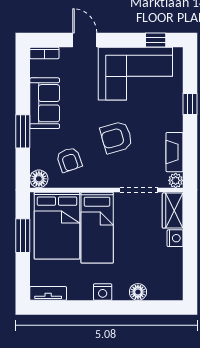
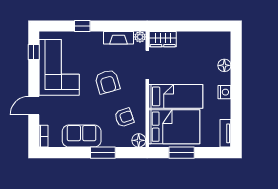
nightstand: (175, 238) -> (184, 37), removed

